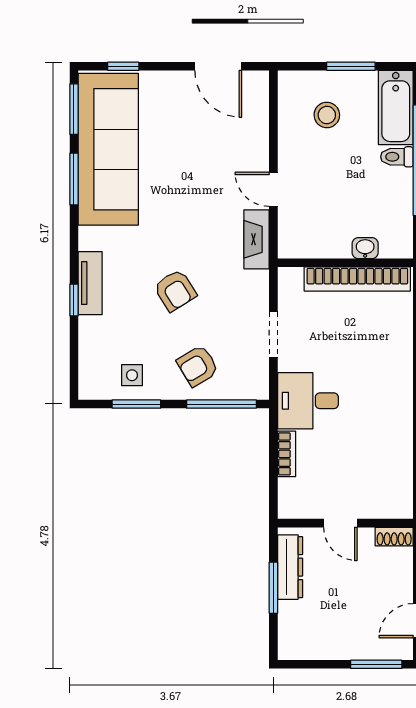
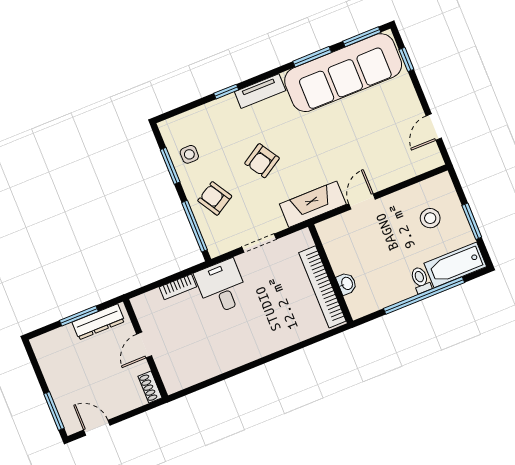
door: (218, 66) -> (434, 127), width x0.73
fireplace: (257, 239) -> (313, 204), width x1.37, depth x1.32
tv unit: (90, 283) -> (260, 91), moved

